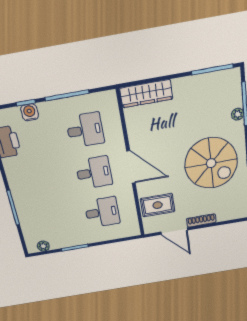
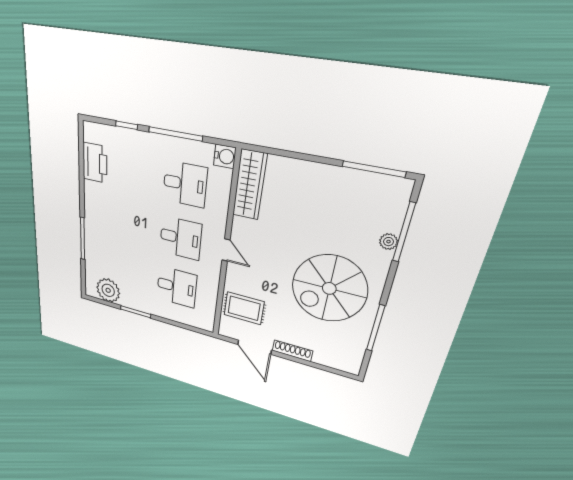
wardrobe: (146, 94) -> (250, 185), moved, turned -90
water cooler: (30, 112) -> (225, 156), moved, turned 90
spiral stairs: (211, 163) -> (329, 288), turned 90
door: (131, 167) -> (226, 250), width x0.53
plant: (43, 246) -> (108, 290), width x1.88, depth x1.88

